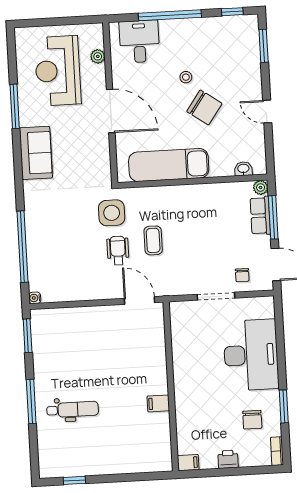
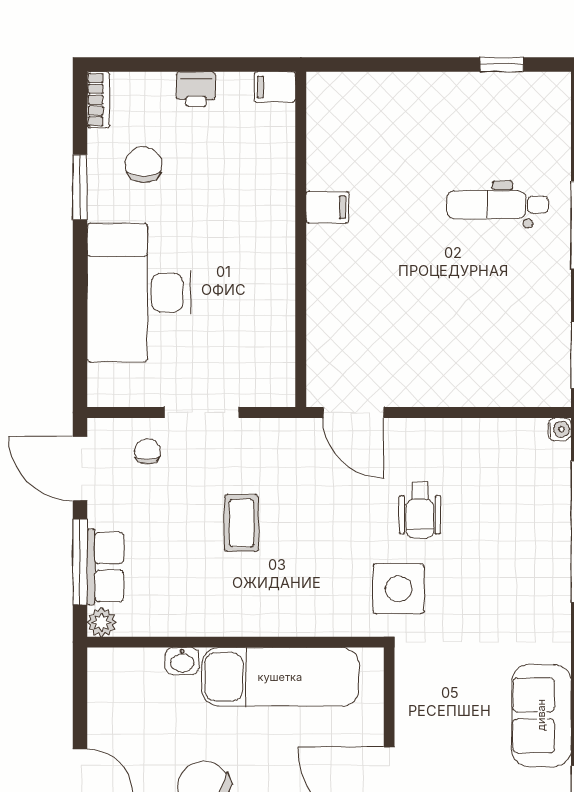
washbasin: (243, 169) -> (182, 661), moved
coffee table: (153, 240) -> (241, 523), moved
wheelchair: (118, 250) -> (420, 510), moved

